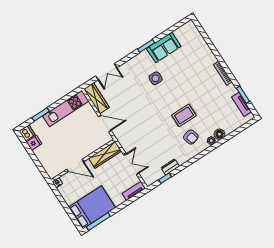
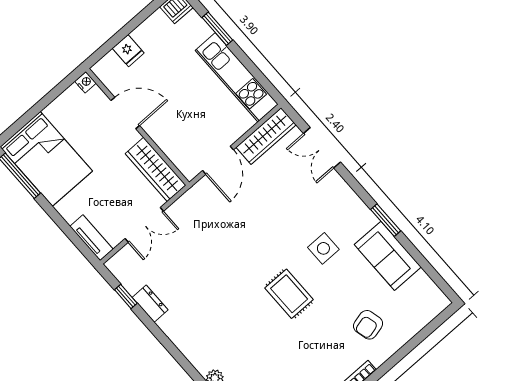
rug: (184, 115) -> (289, 294), moved
armchair: (191, 137) -> (368, 325), moved
fridge: (34, 143) -> (128, 51), moved
door: (75, 165) -> (125, 113), swing flipped

